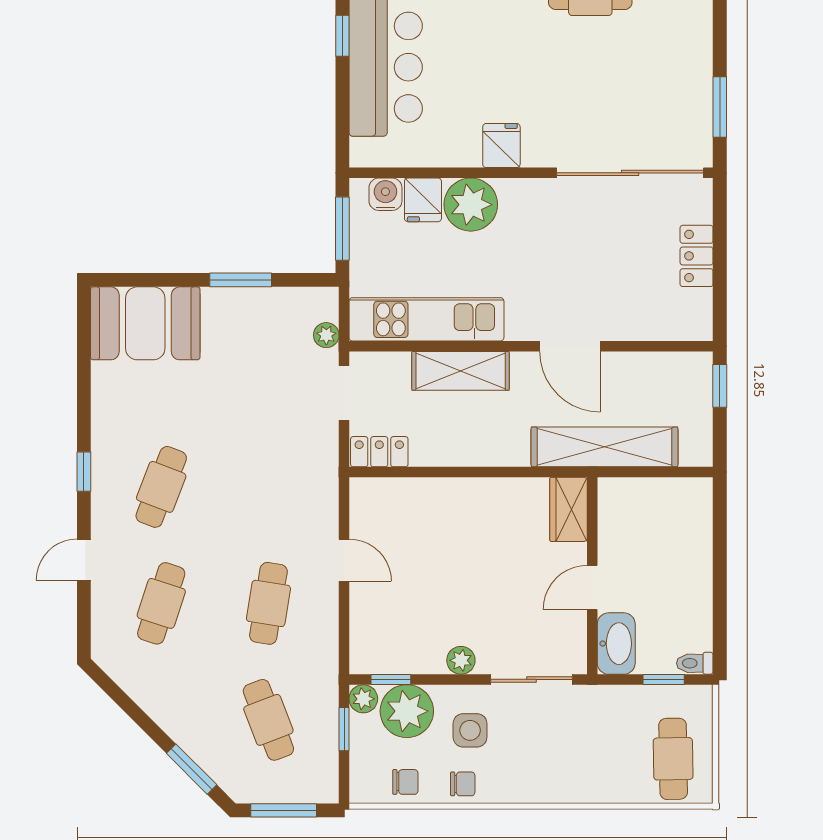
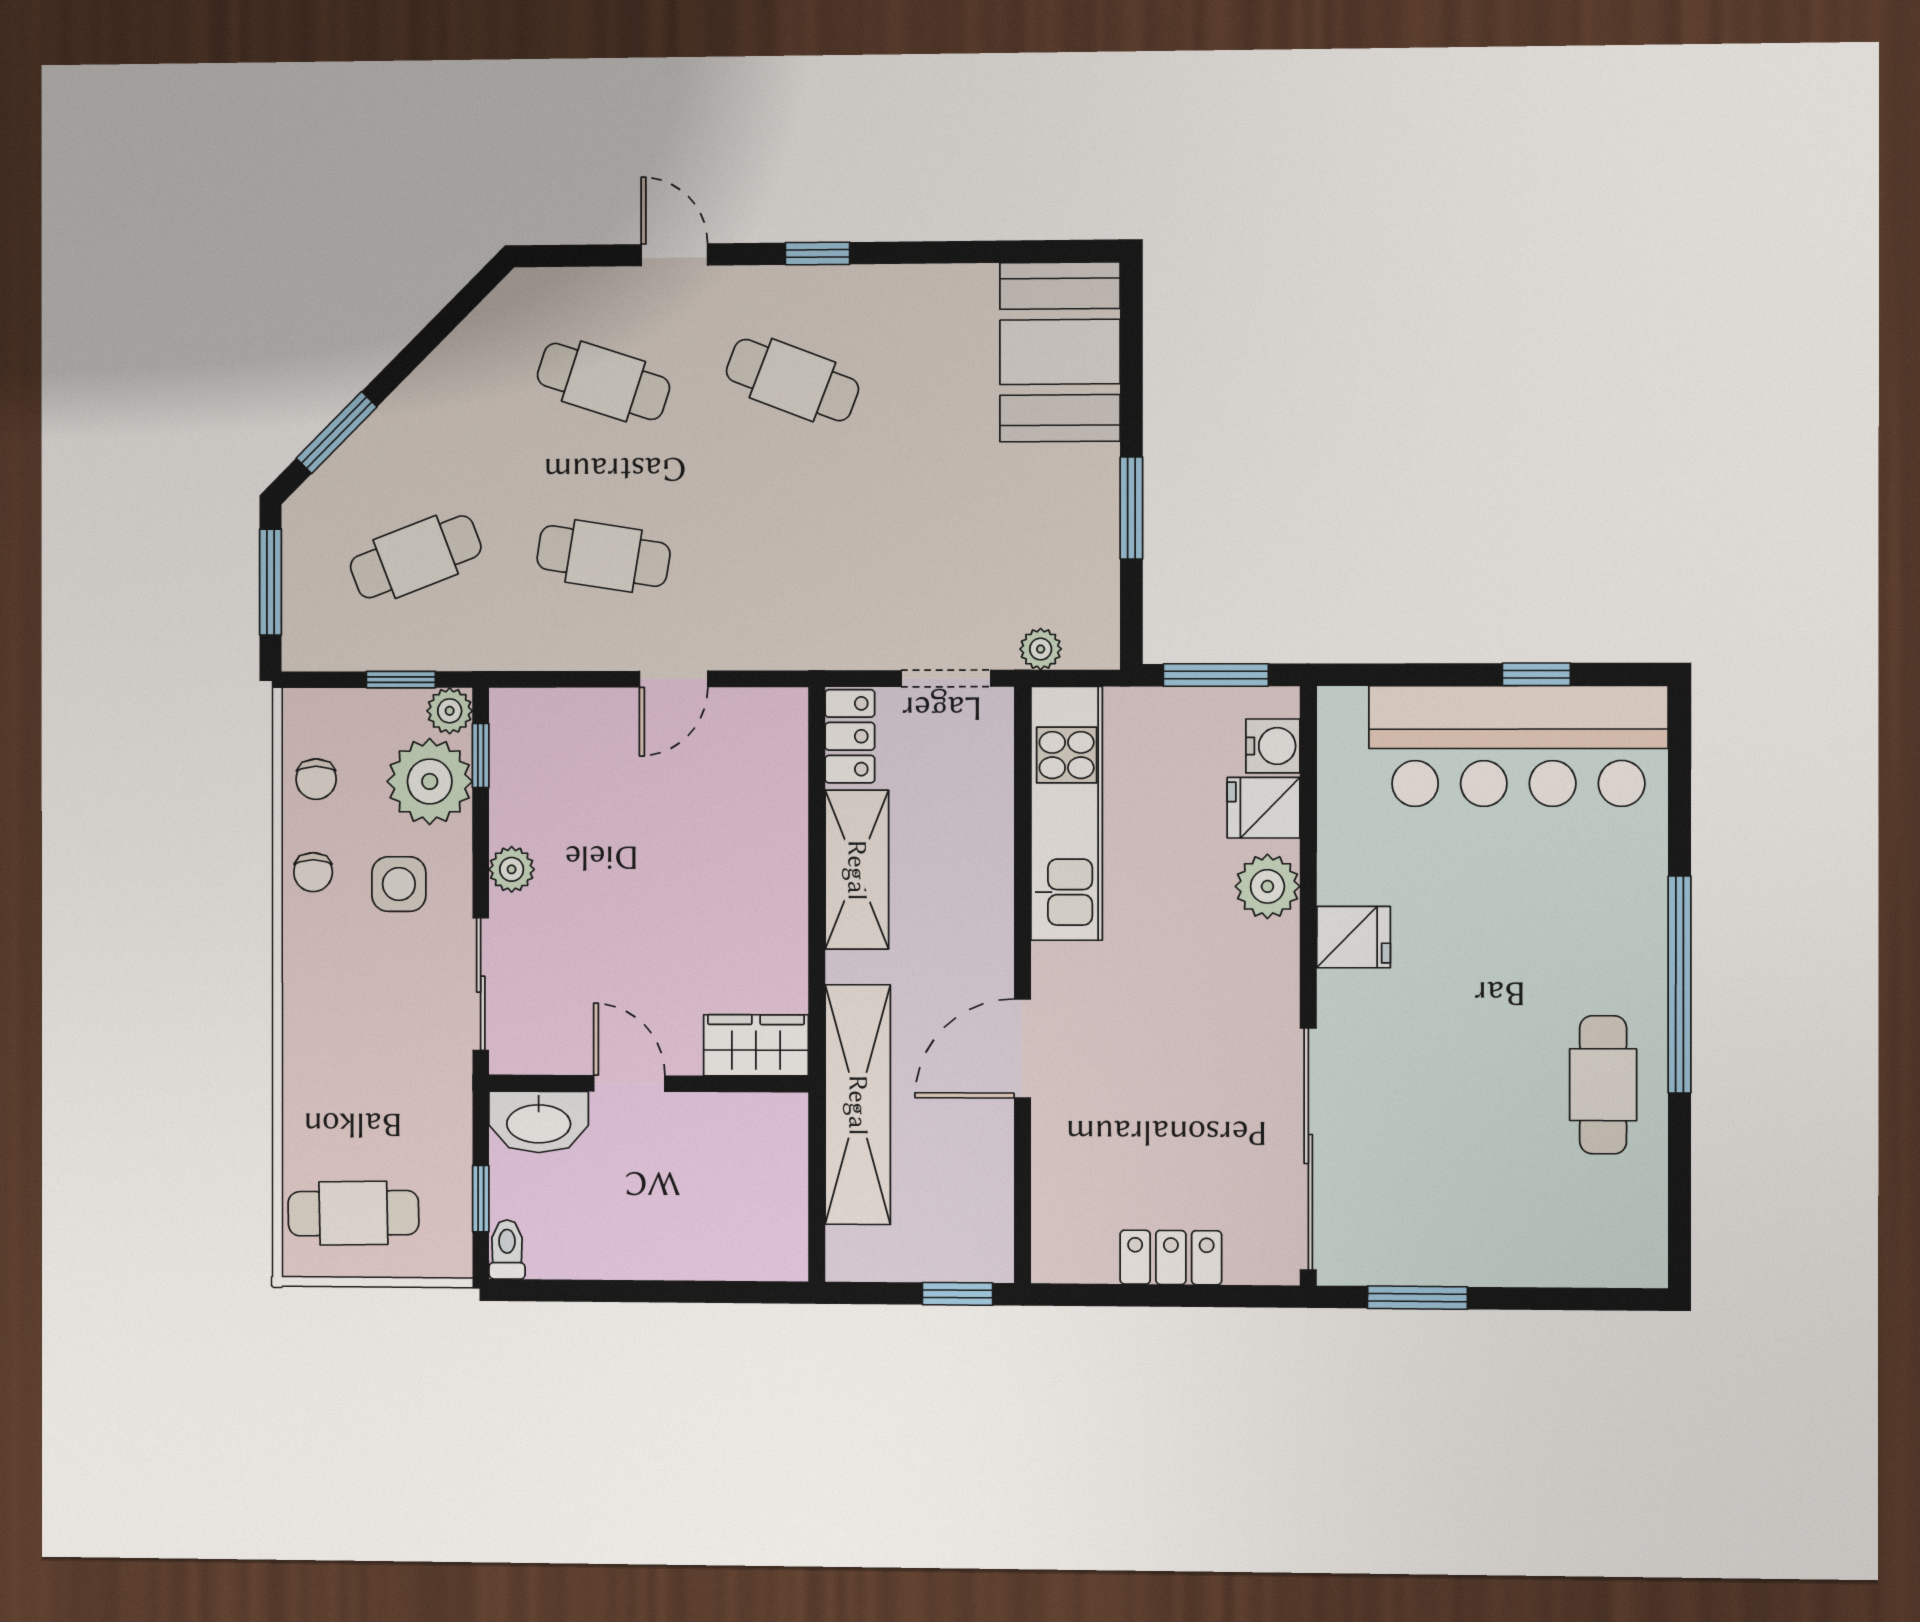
plant: (471, 205) -> (1267, 886), width x0.73, depth x0.73
shelving: (461, 371) -> (857, 870), moved

